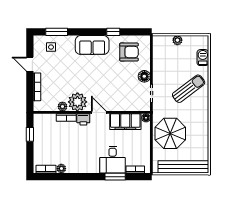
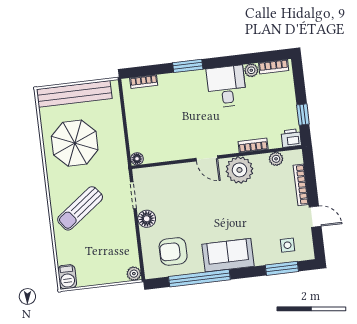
window: (113, 32) -> (199, 278), width x3.17
plant: (177, 40) -> (134, 274), moved
barbecue: (203, 58) -> (67, 277), moved
plant: (62, 106) -> (276, 159), moved
printer: (83, 119) -> (291, 138), moved
filing cabinet: (125, 122) -> (166, 150), removed
parasol: (170, 133) -> (75, 143), moved
desk: (113, 160) -> (227, 86), moved
window: (115, 177) -> (188, 66), moved

